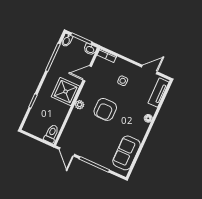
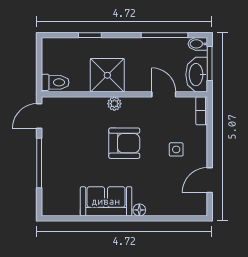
washbasin: (90, 49) -> (197, 75), width x1.91, depth x1.45
door: (149, 69) -> (210, 180), swing flipped
shower: (66, 92) -> (107, 75), moved
tv unit: (158, 93) -> (182, 208), removed
armchair: (105, 109) -> (124, 143), turned 180
sofa: (126, 153) -> (106, 201), moved

